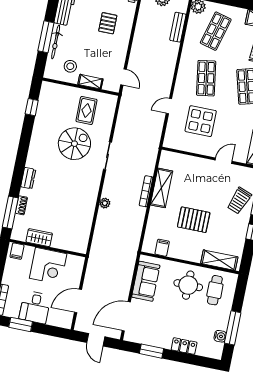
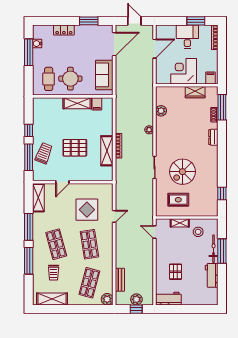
rug: (87, 110) -> (178, 200), turned 90
pallet: (194, 220) -> (75, 148), moved
plant: (85, 223) -> (161, 111), added
shelving: (219, 260) -> (77, 103), moved

